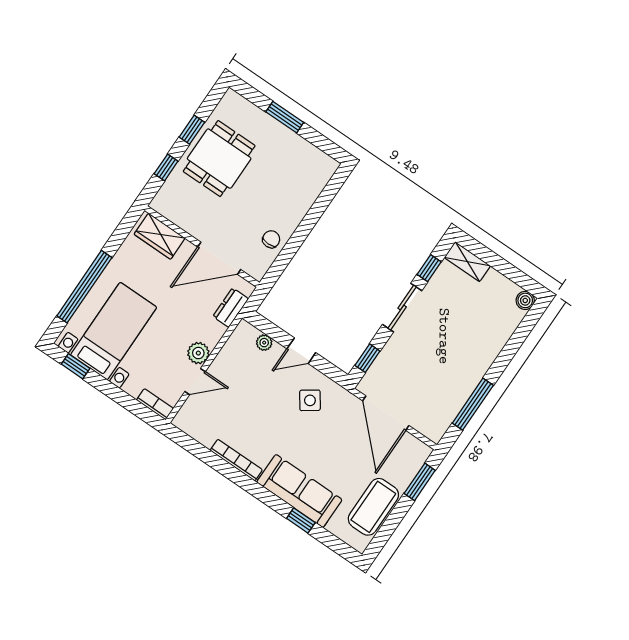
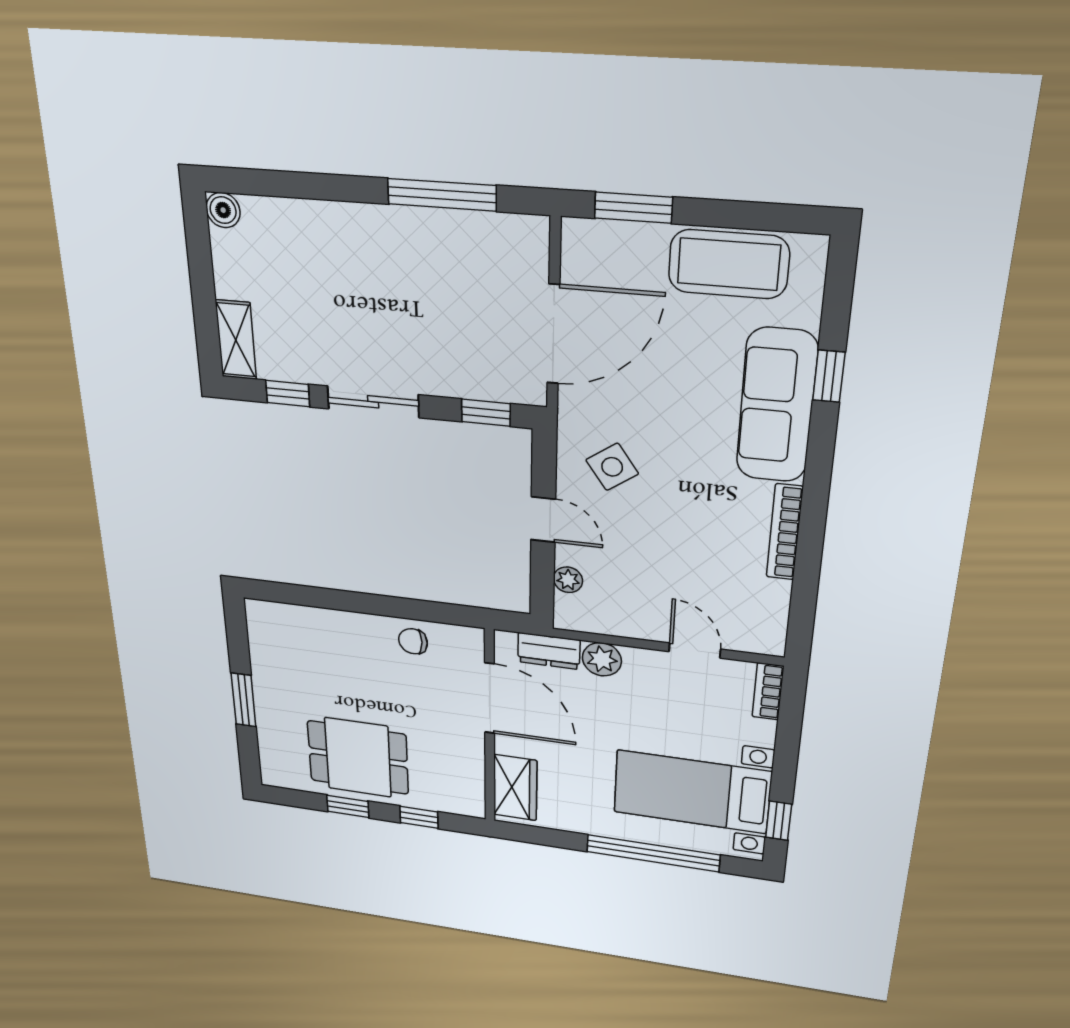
plant: (198, 353) -> (602, 659), moved

